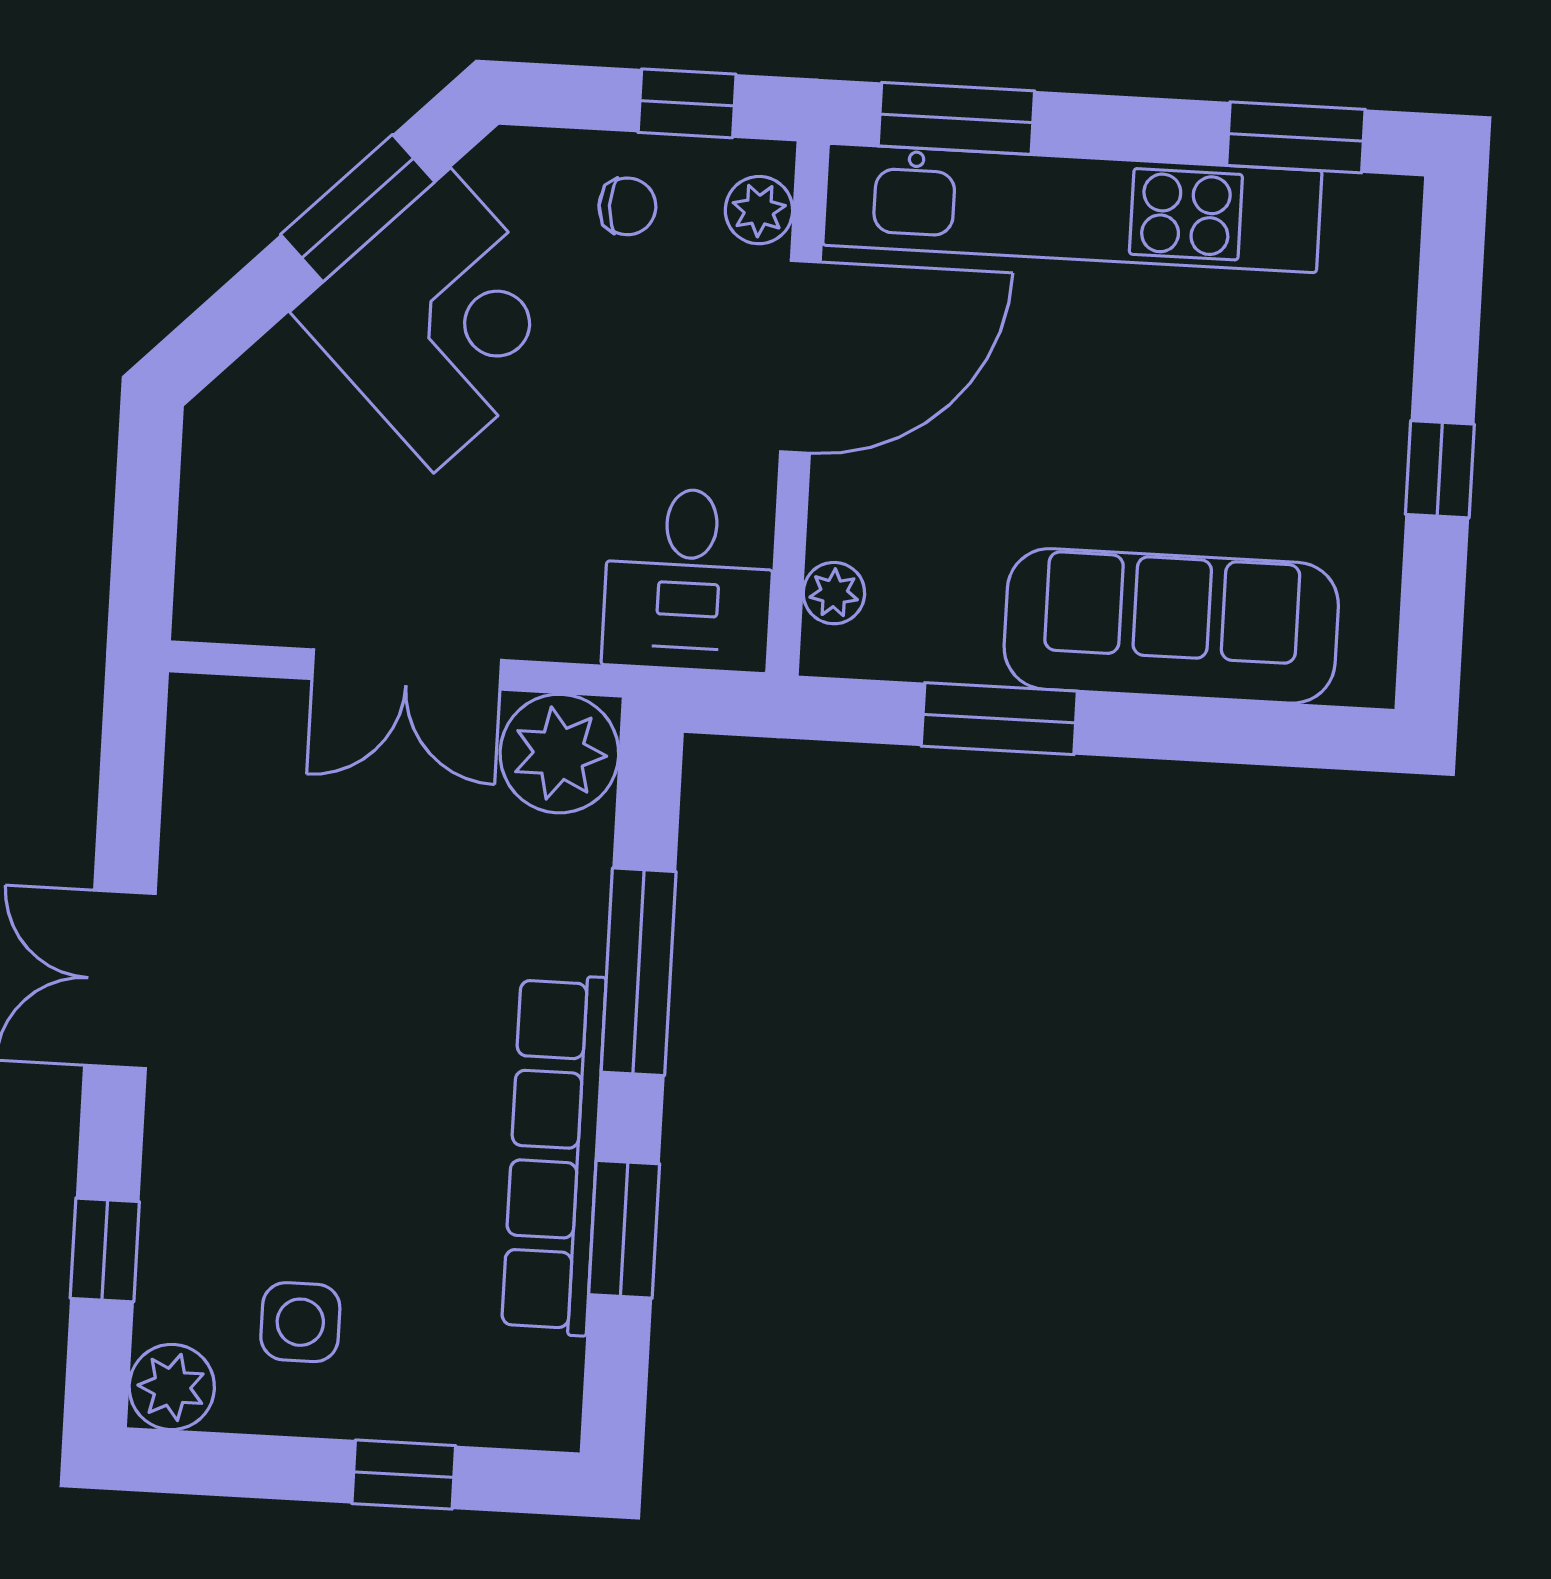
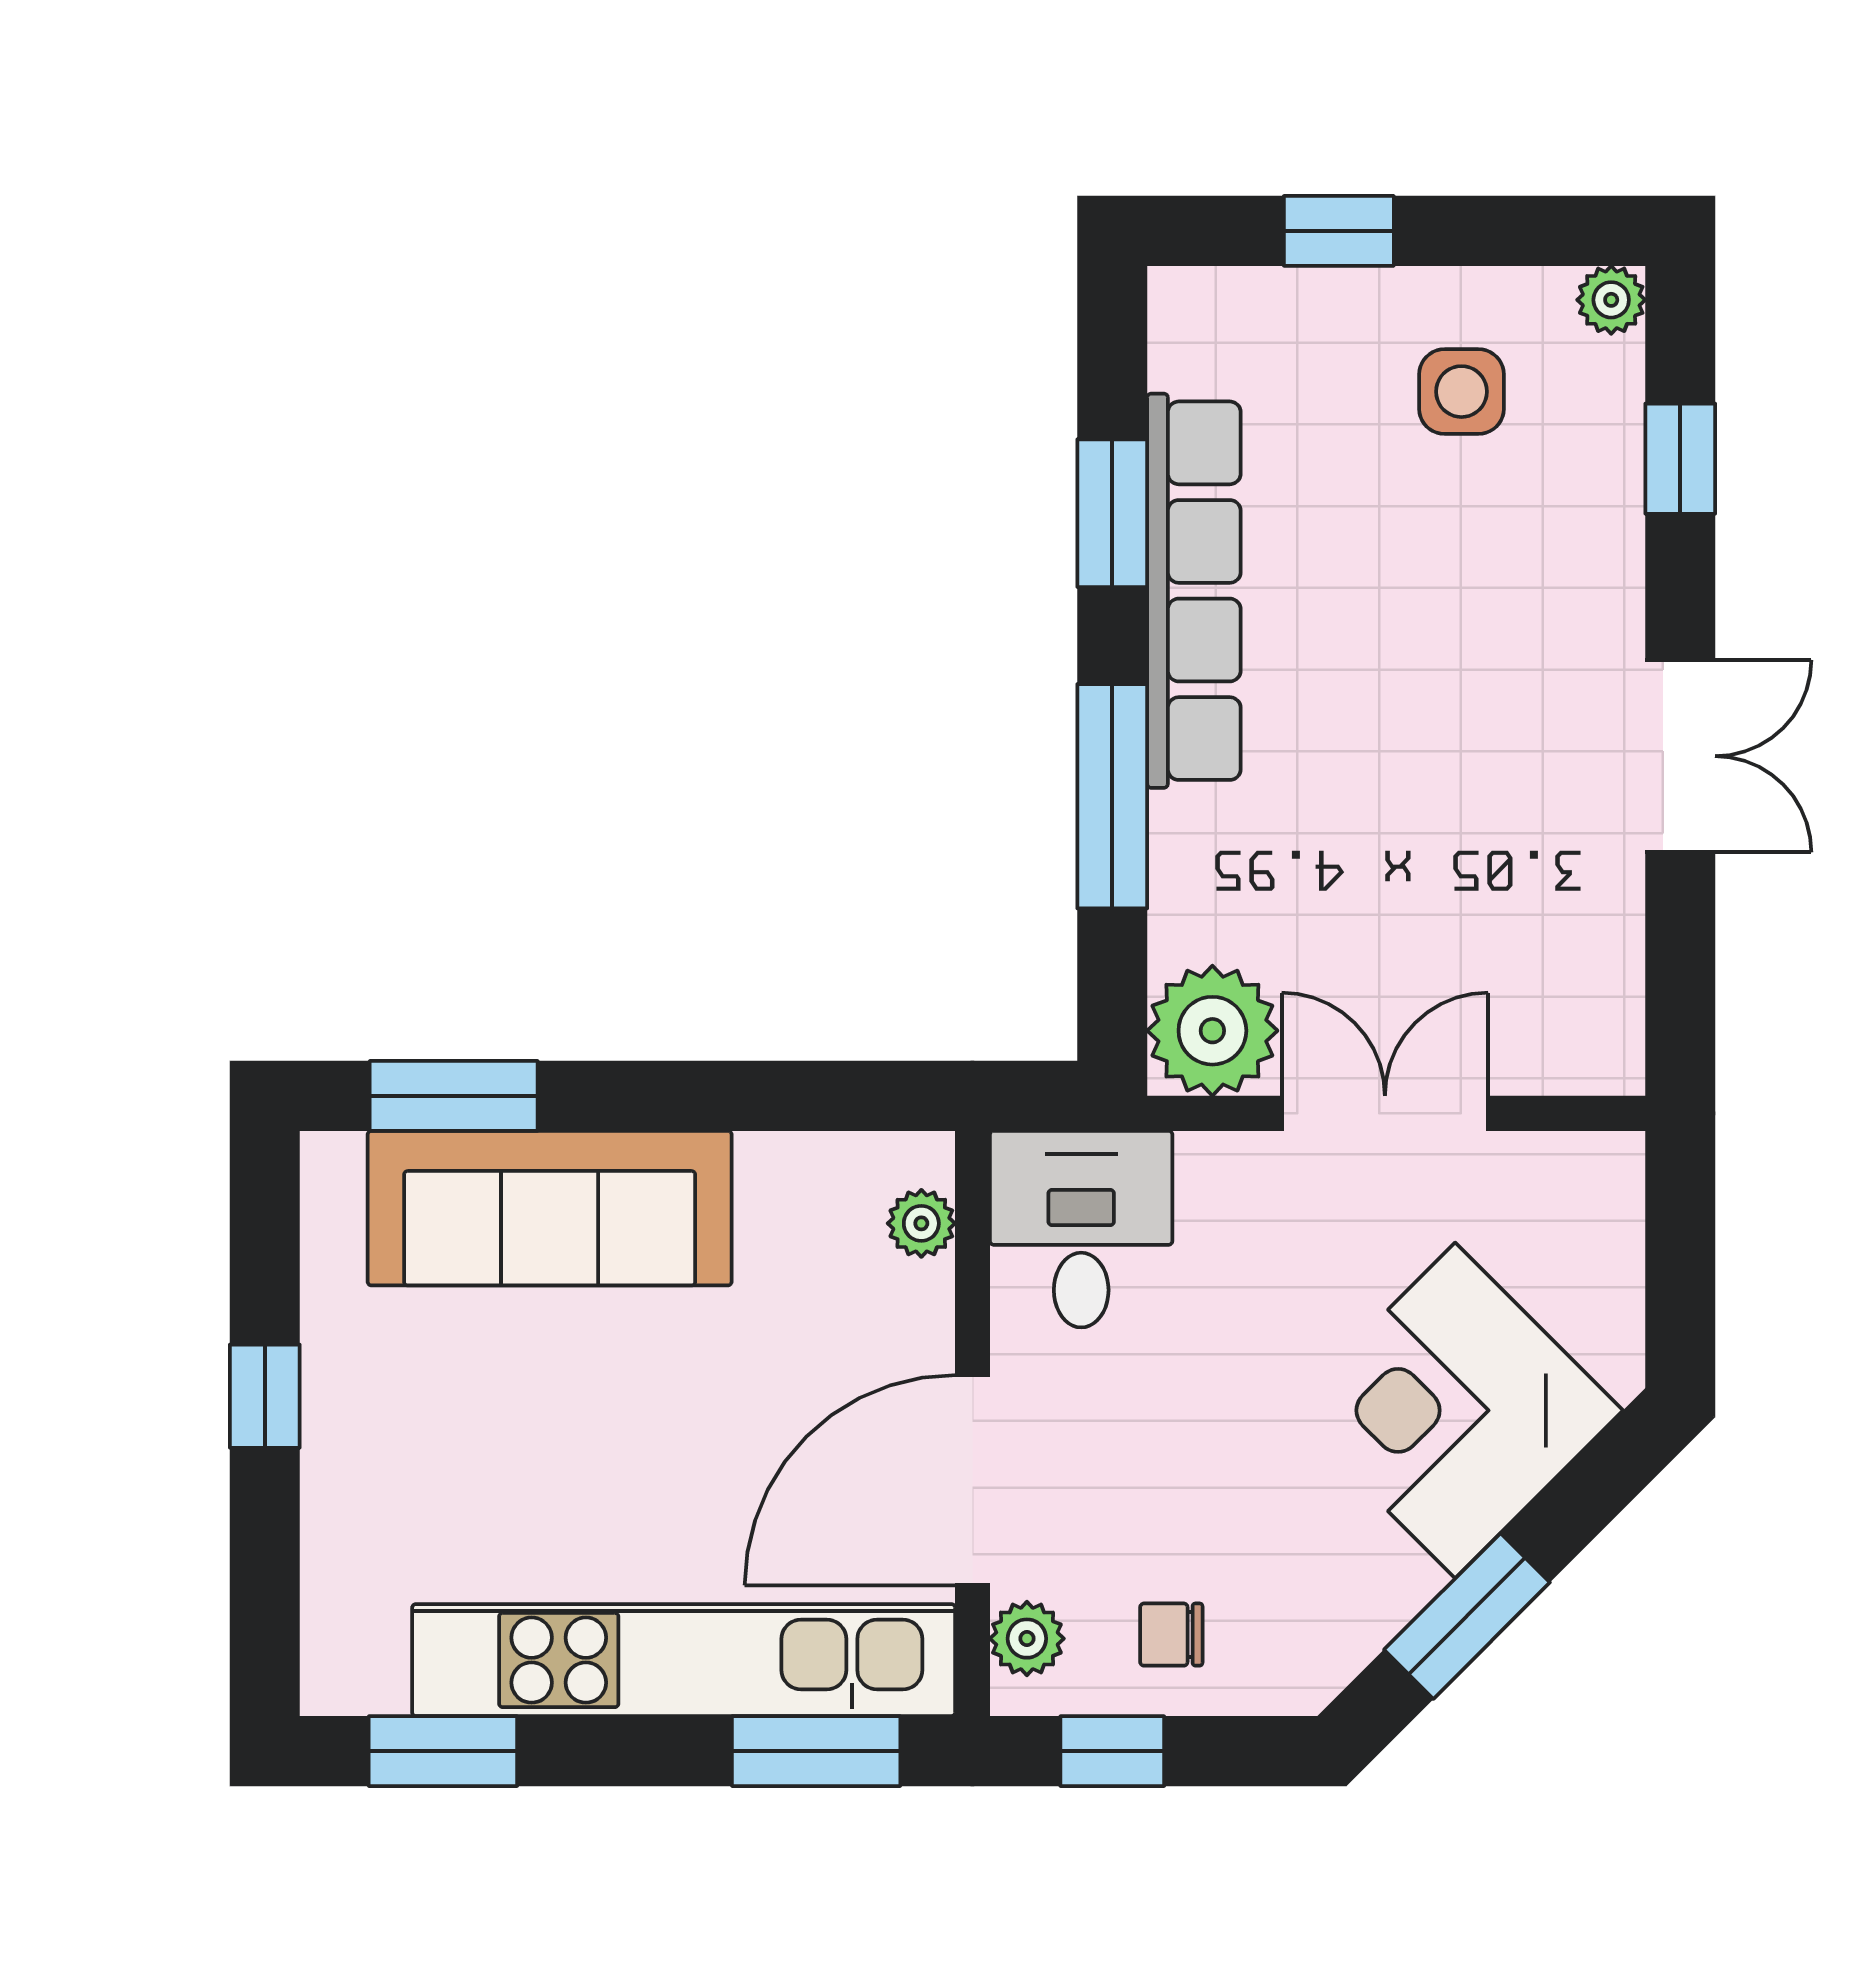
corner desk: (442, 320) -> (1455, 1410), moved
window: (999, 719) -> (454, 1096), moved
plant: (172, 1387) -> (1611, 300), width x0.73, depth x0.73

